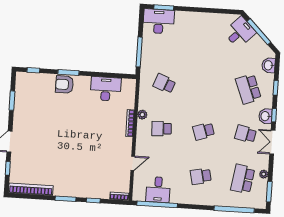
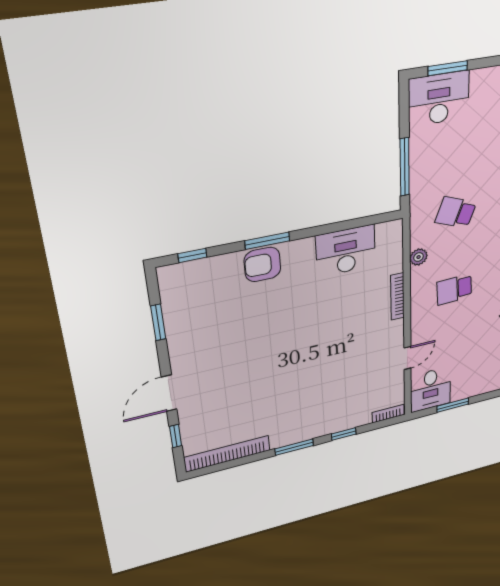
plant: (142, 115) -> (419, 257), moved
desk: (158, 190) -> (431, 389), moved
window: (157, 204) -> (453, 405), width x0.47

